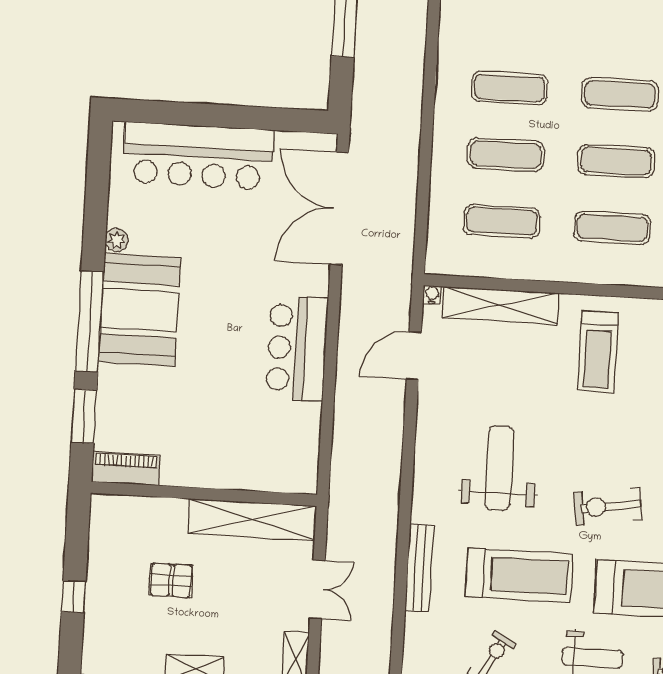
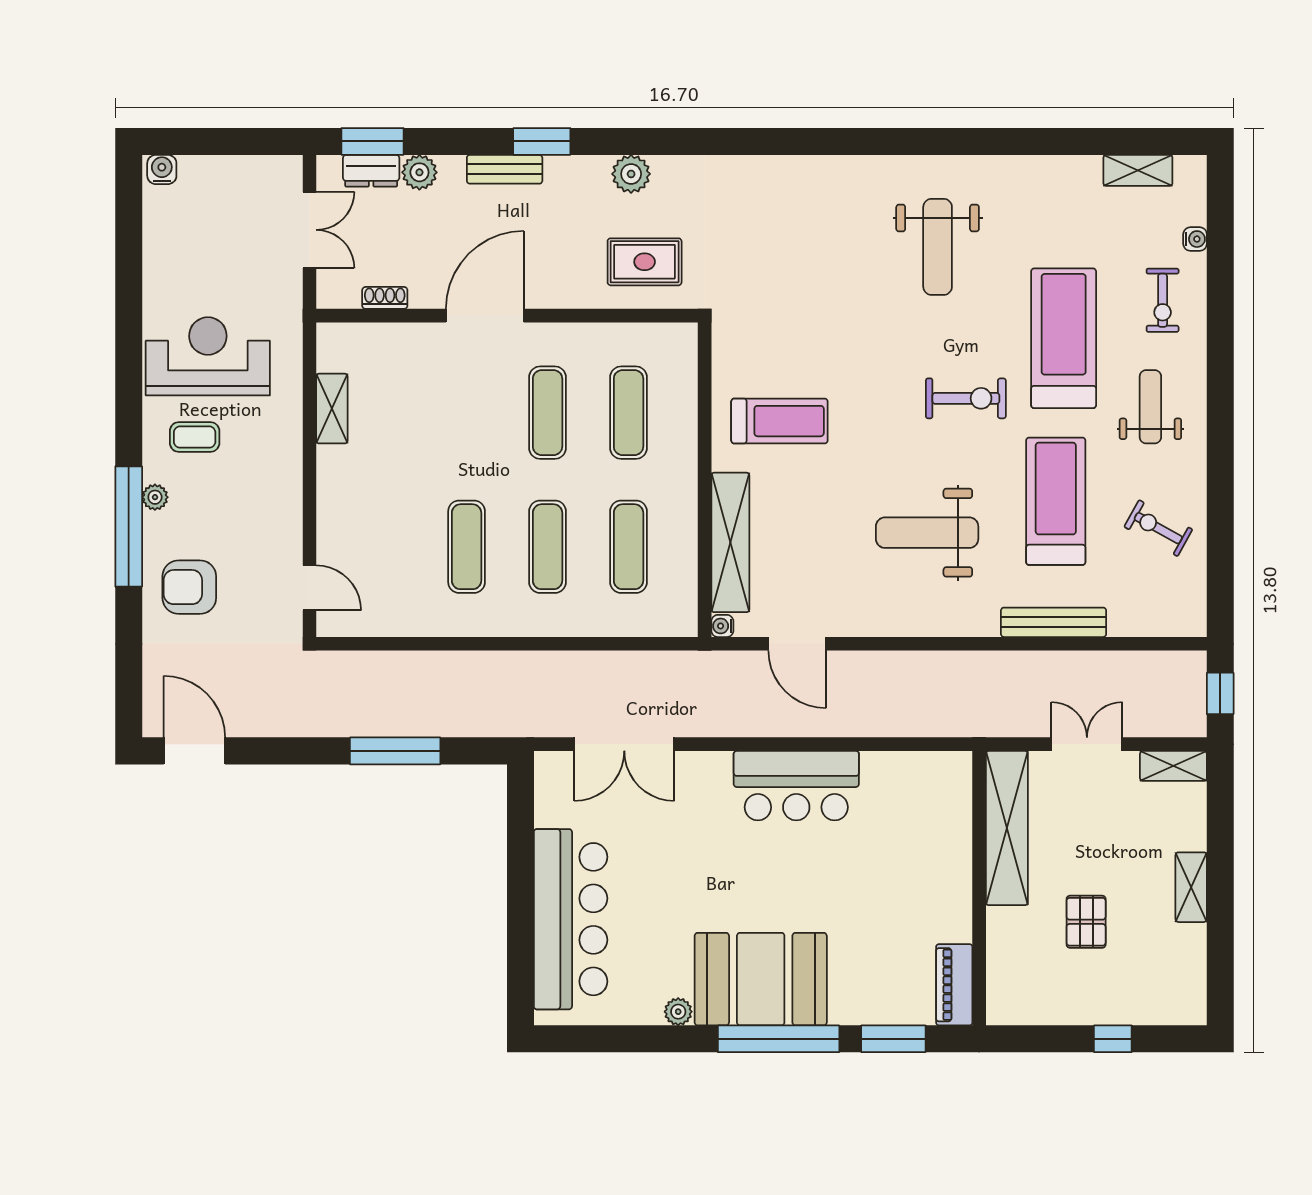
exercise mat: (620, 94) -> (467, 413), removed
double door: (339, 208) -> (624, 744), width x0.73
exercise bike: (608, 506) -> (966, 398), turned -82

